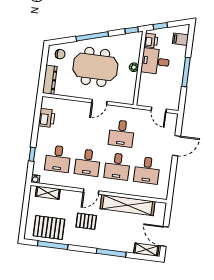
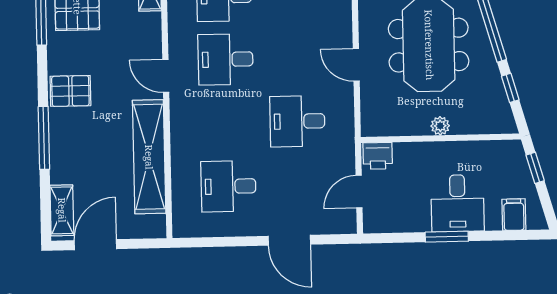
window: (132, 30) -> (510, 88), moved
printer: (151, 41) -> (378, 156), moved
desk: (155, 61) -> (457, 203), moved, turned 180
window: (186, 72) -> (447, 237), width x0.69
desk: (117, 166) -> (227, 123), removed
pallet: (86, 221) -> (70, 91), moved, turned 90

